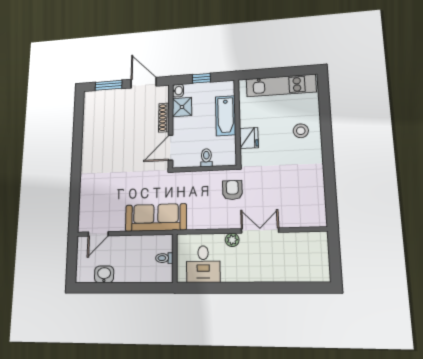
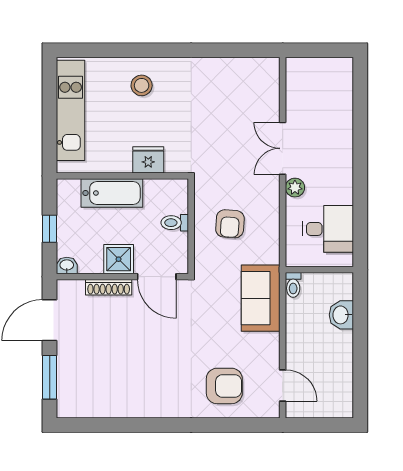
shower: (182, 107) -> (119, 259), moved
armchair: (232, 190) -> (230, 224), moved, turned -86
armchair: (99, 195) -> (224, 386), added
sofa: (156, 217) -> (261, 298), width x0.73
toilet: (164, 258) -> (293, 285), moved
washbasin: (104, 274) -> (341, 315), moved

